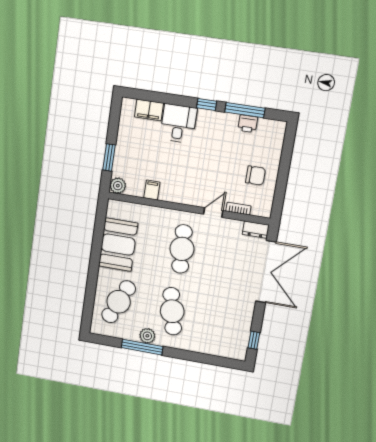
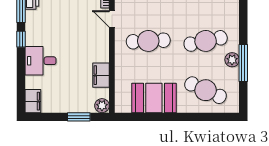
filing cabinet: (149, 110) -> (33, 101), moved
filing cabinet: (152, 190) -> (101, 75), width x2.00

